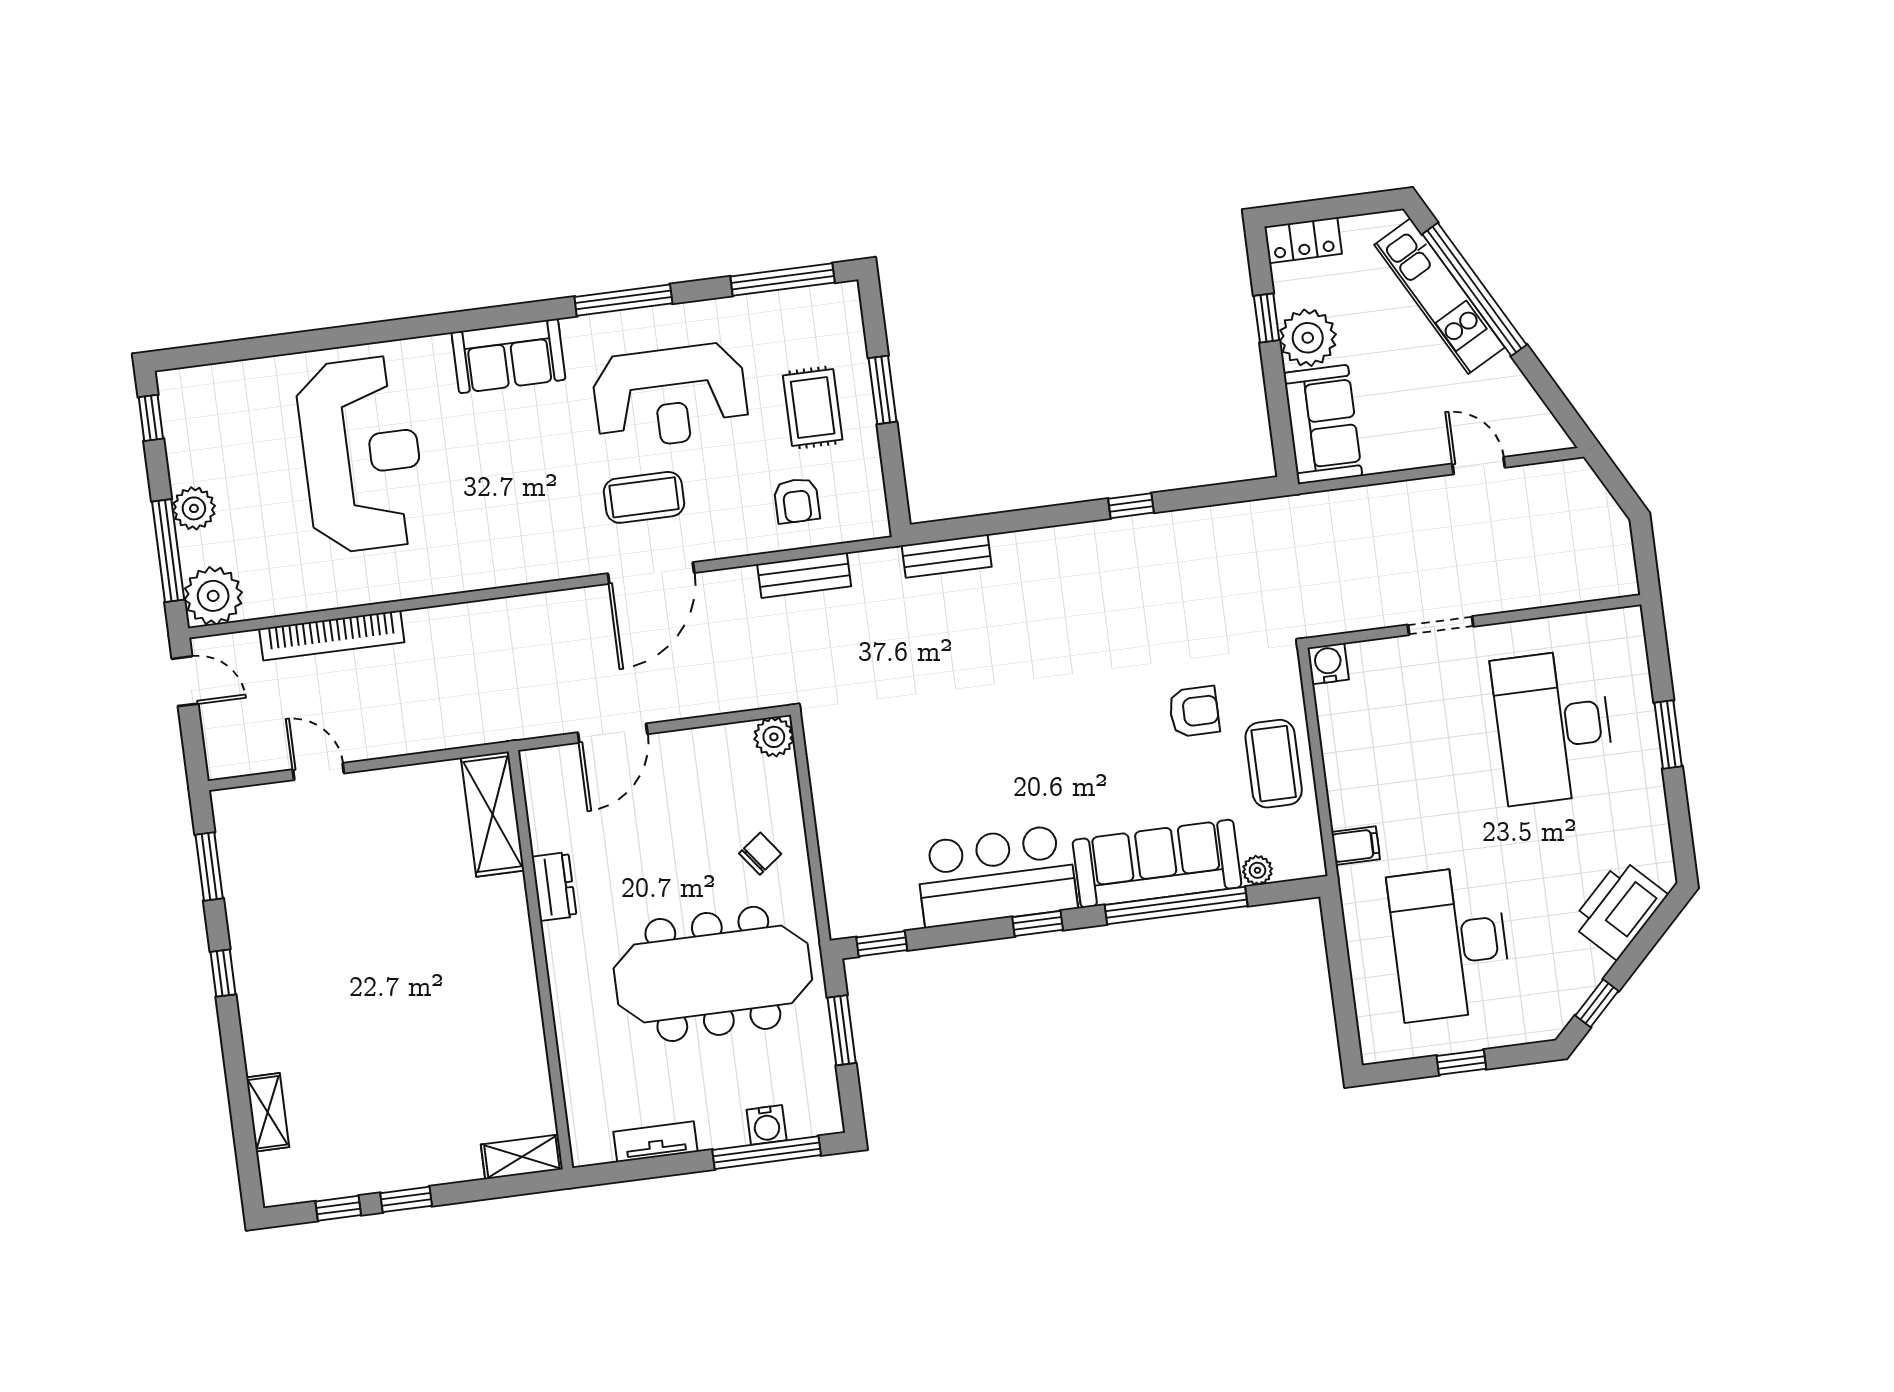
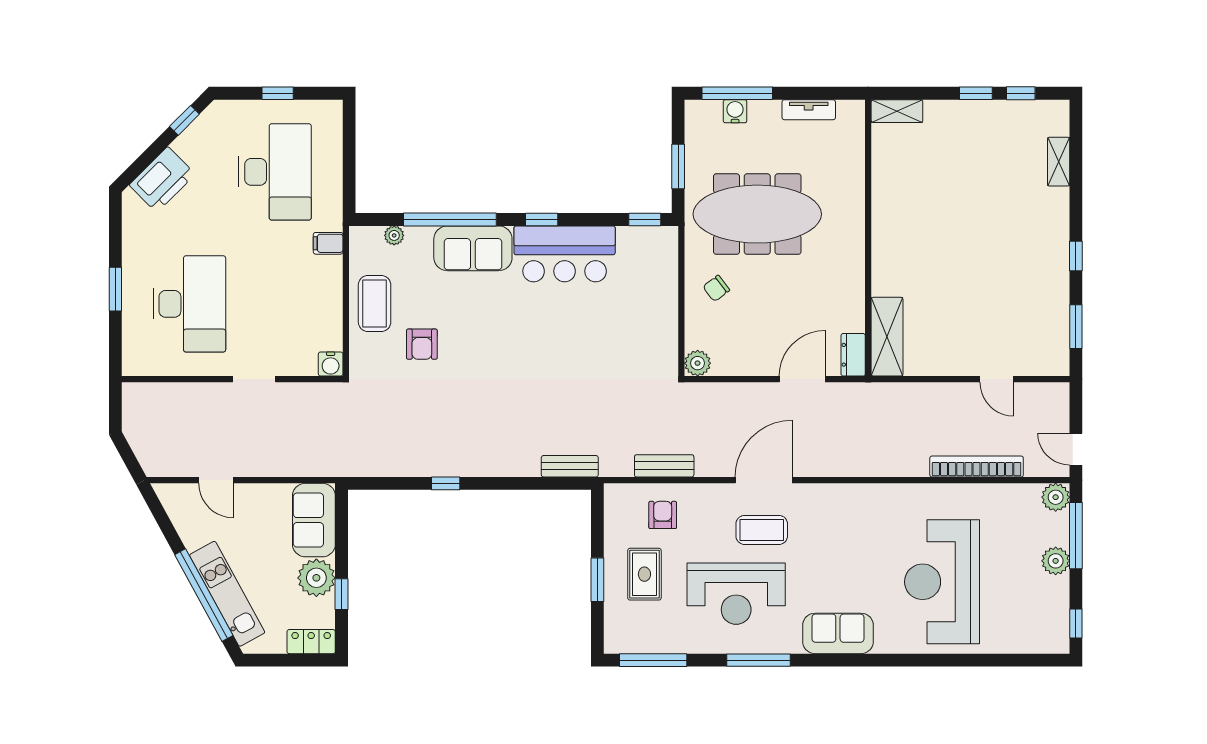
reception desk: (670, 396) -> (736, 594), turned 180
plant: (213, 596) -> (1056, 497), width x0.73, depth x0.73
armchair: (1194, 712) -> (422, 344), turned -90
sofa: (1157, 864) -> (473, 248), width x0.73
dresser: (554, 887) -> (853, 355), moved

